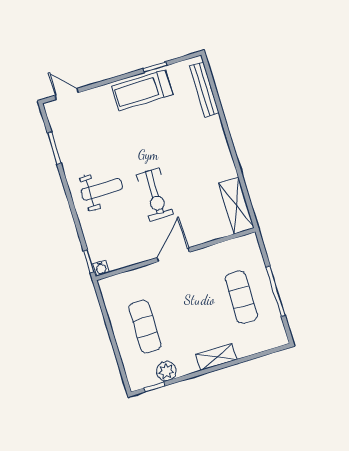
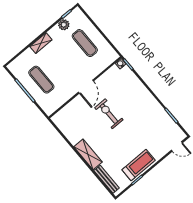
weight bench: (102, 189) -> (138, 105), removed
shelving: (236, 206) -> (88, 154), moved

